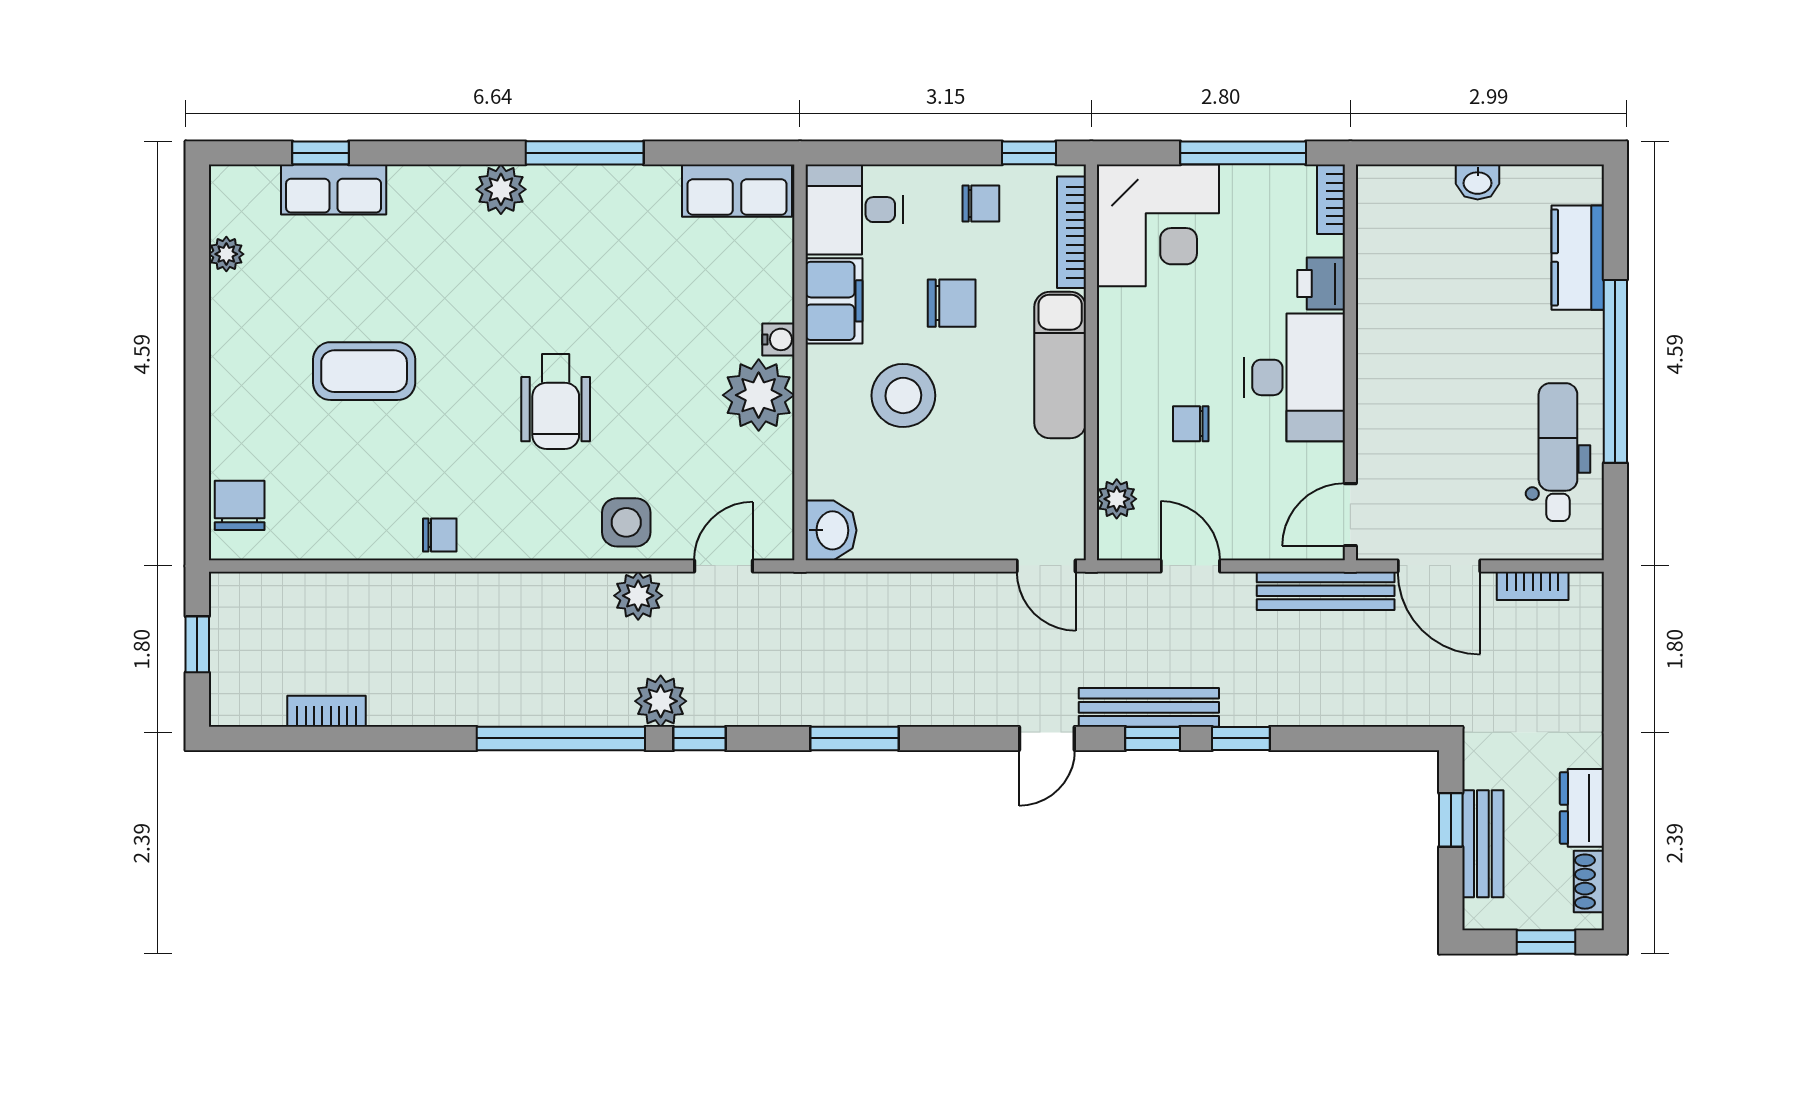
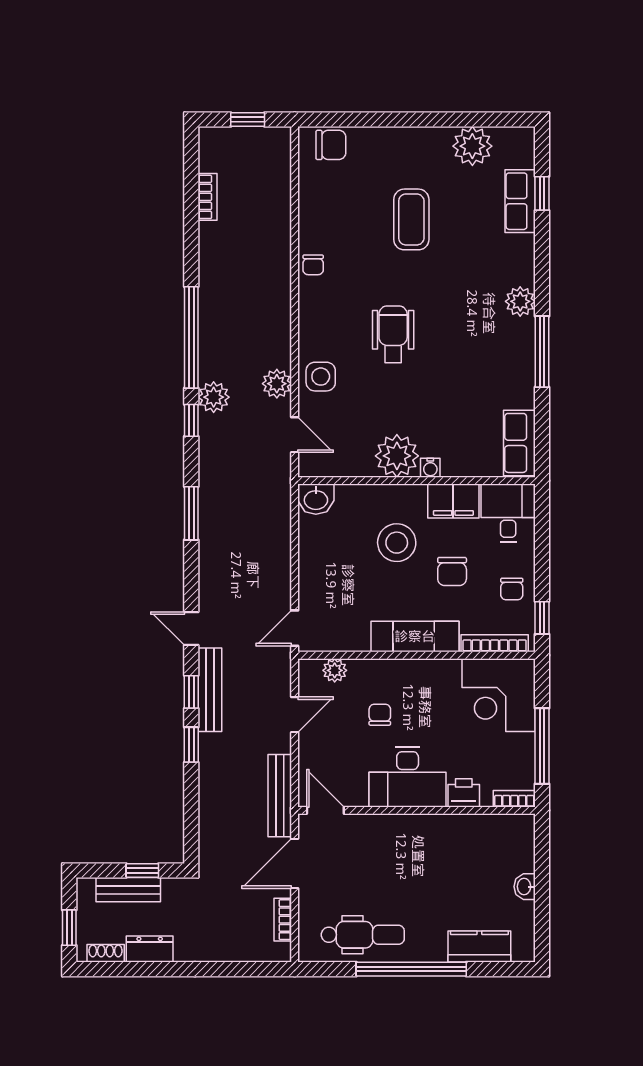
plant: (226, 254) -> (472, 146), width x1.88, depth x1.88
wheelchair: (556, 402) -> (393, 334), turned 90

